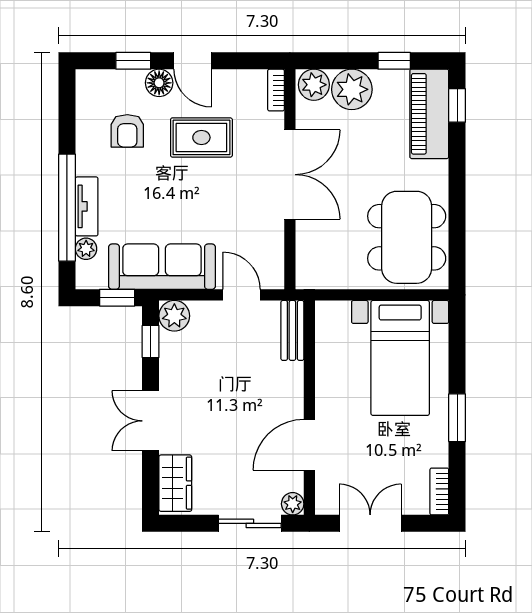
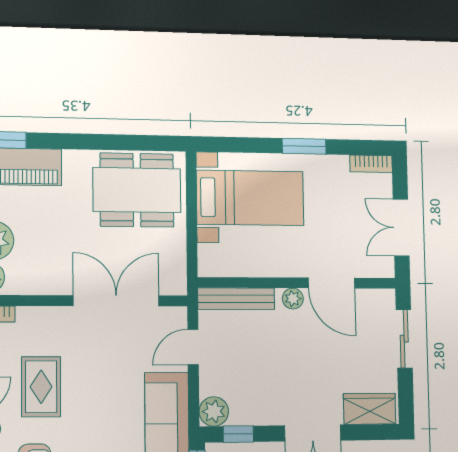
double door: (290, 175) -> (116, 301), moved
bench: (292, 330) -> (236, 299), width x1.36
plant: (293, 504) -> (293, 299), moved

